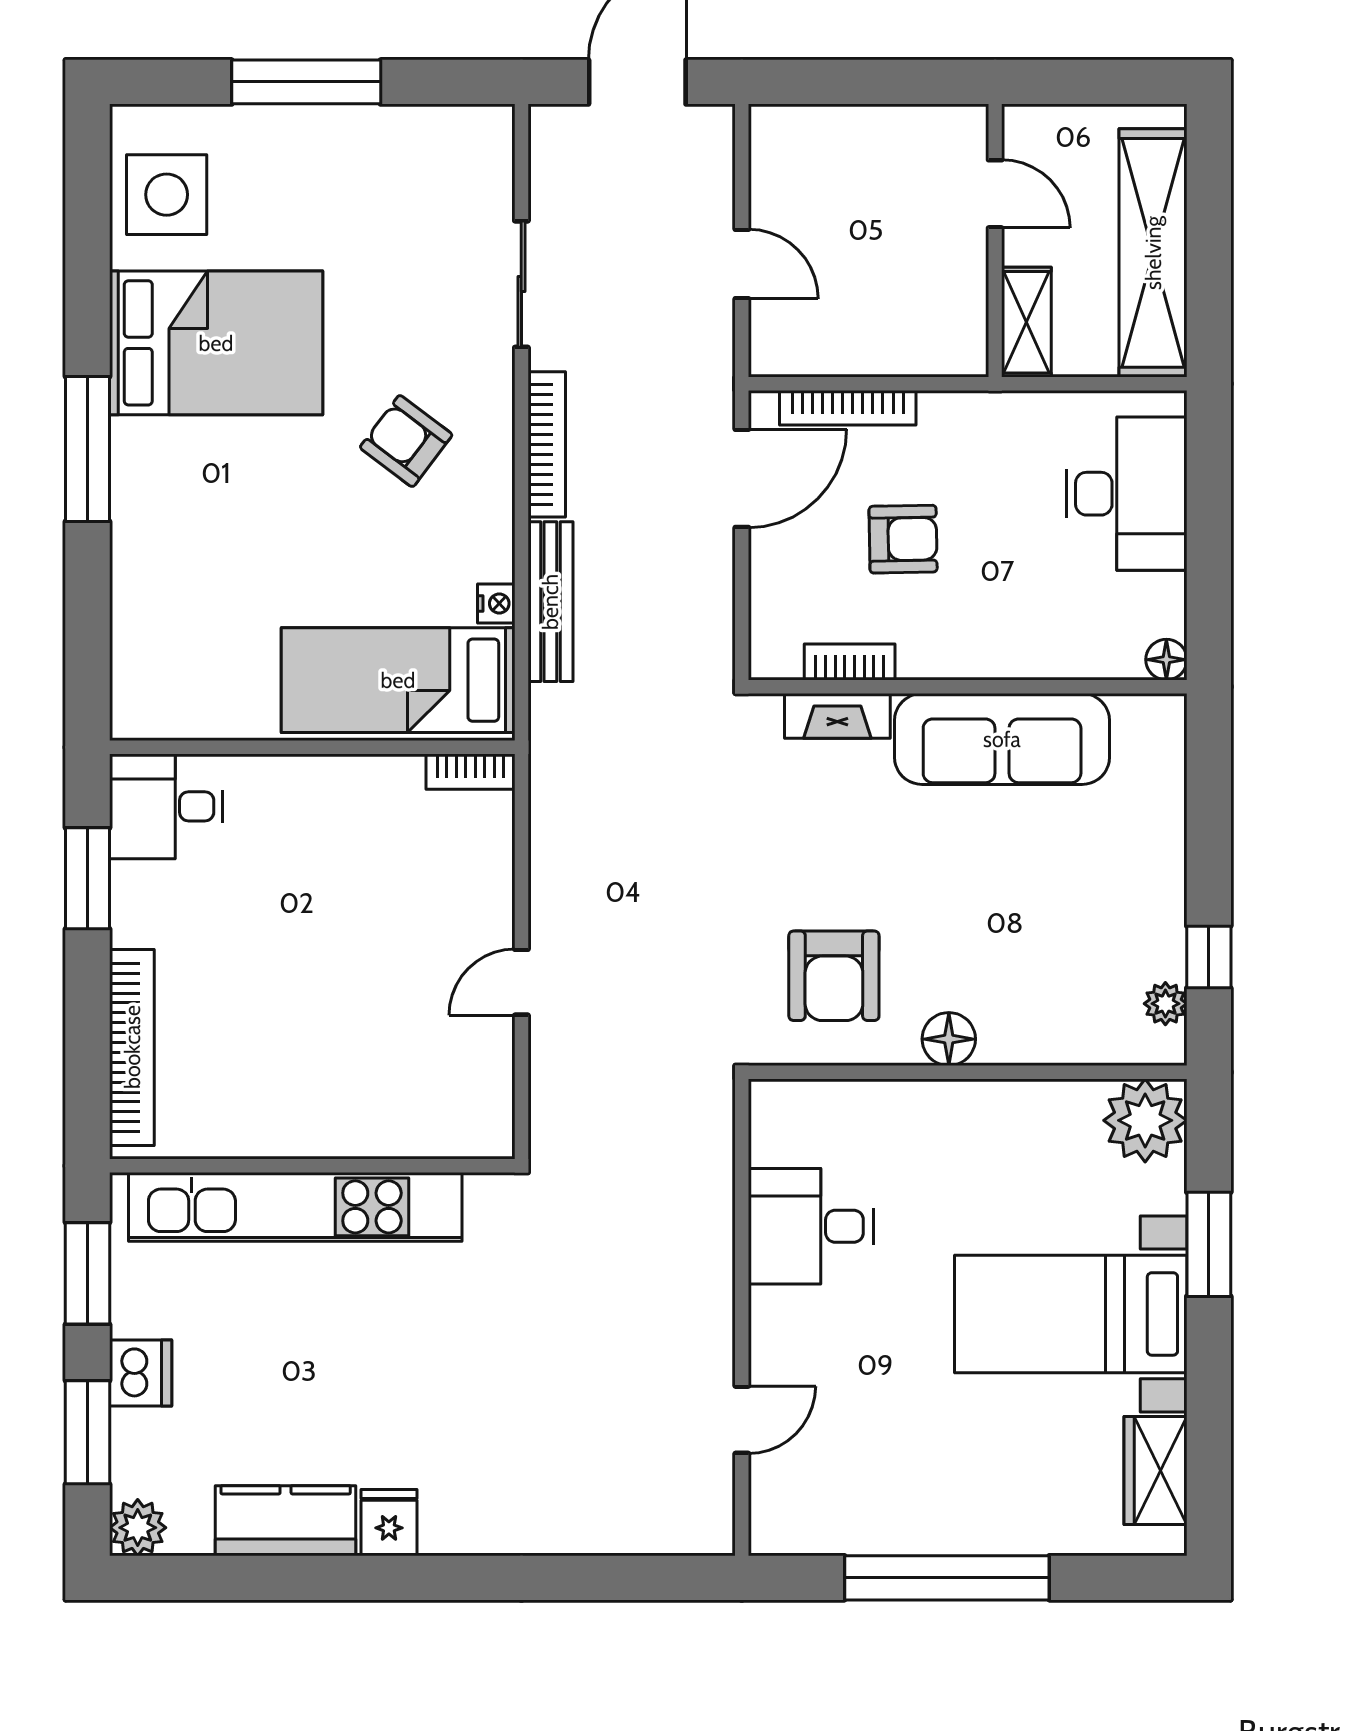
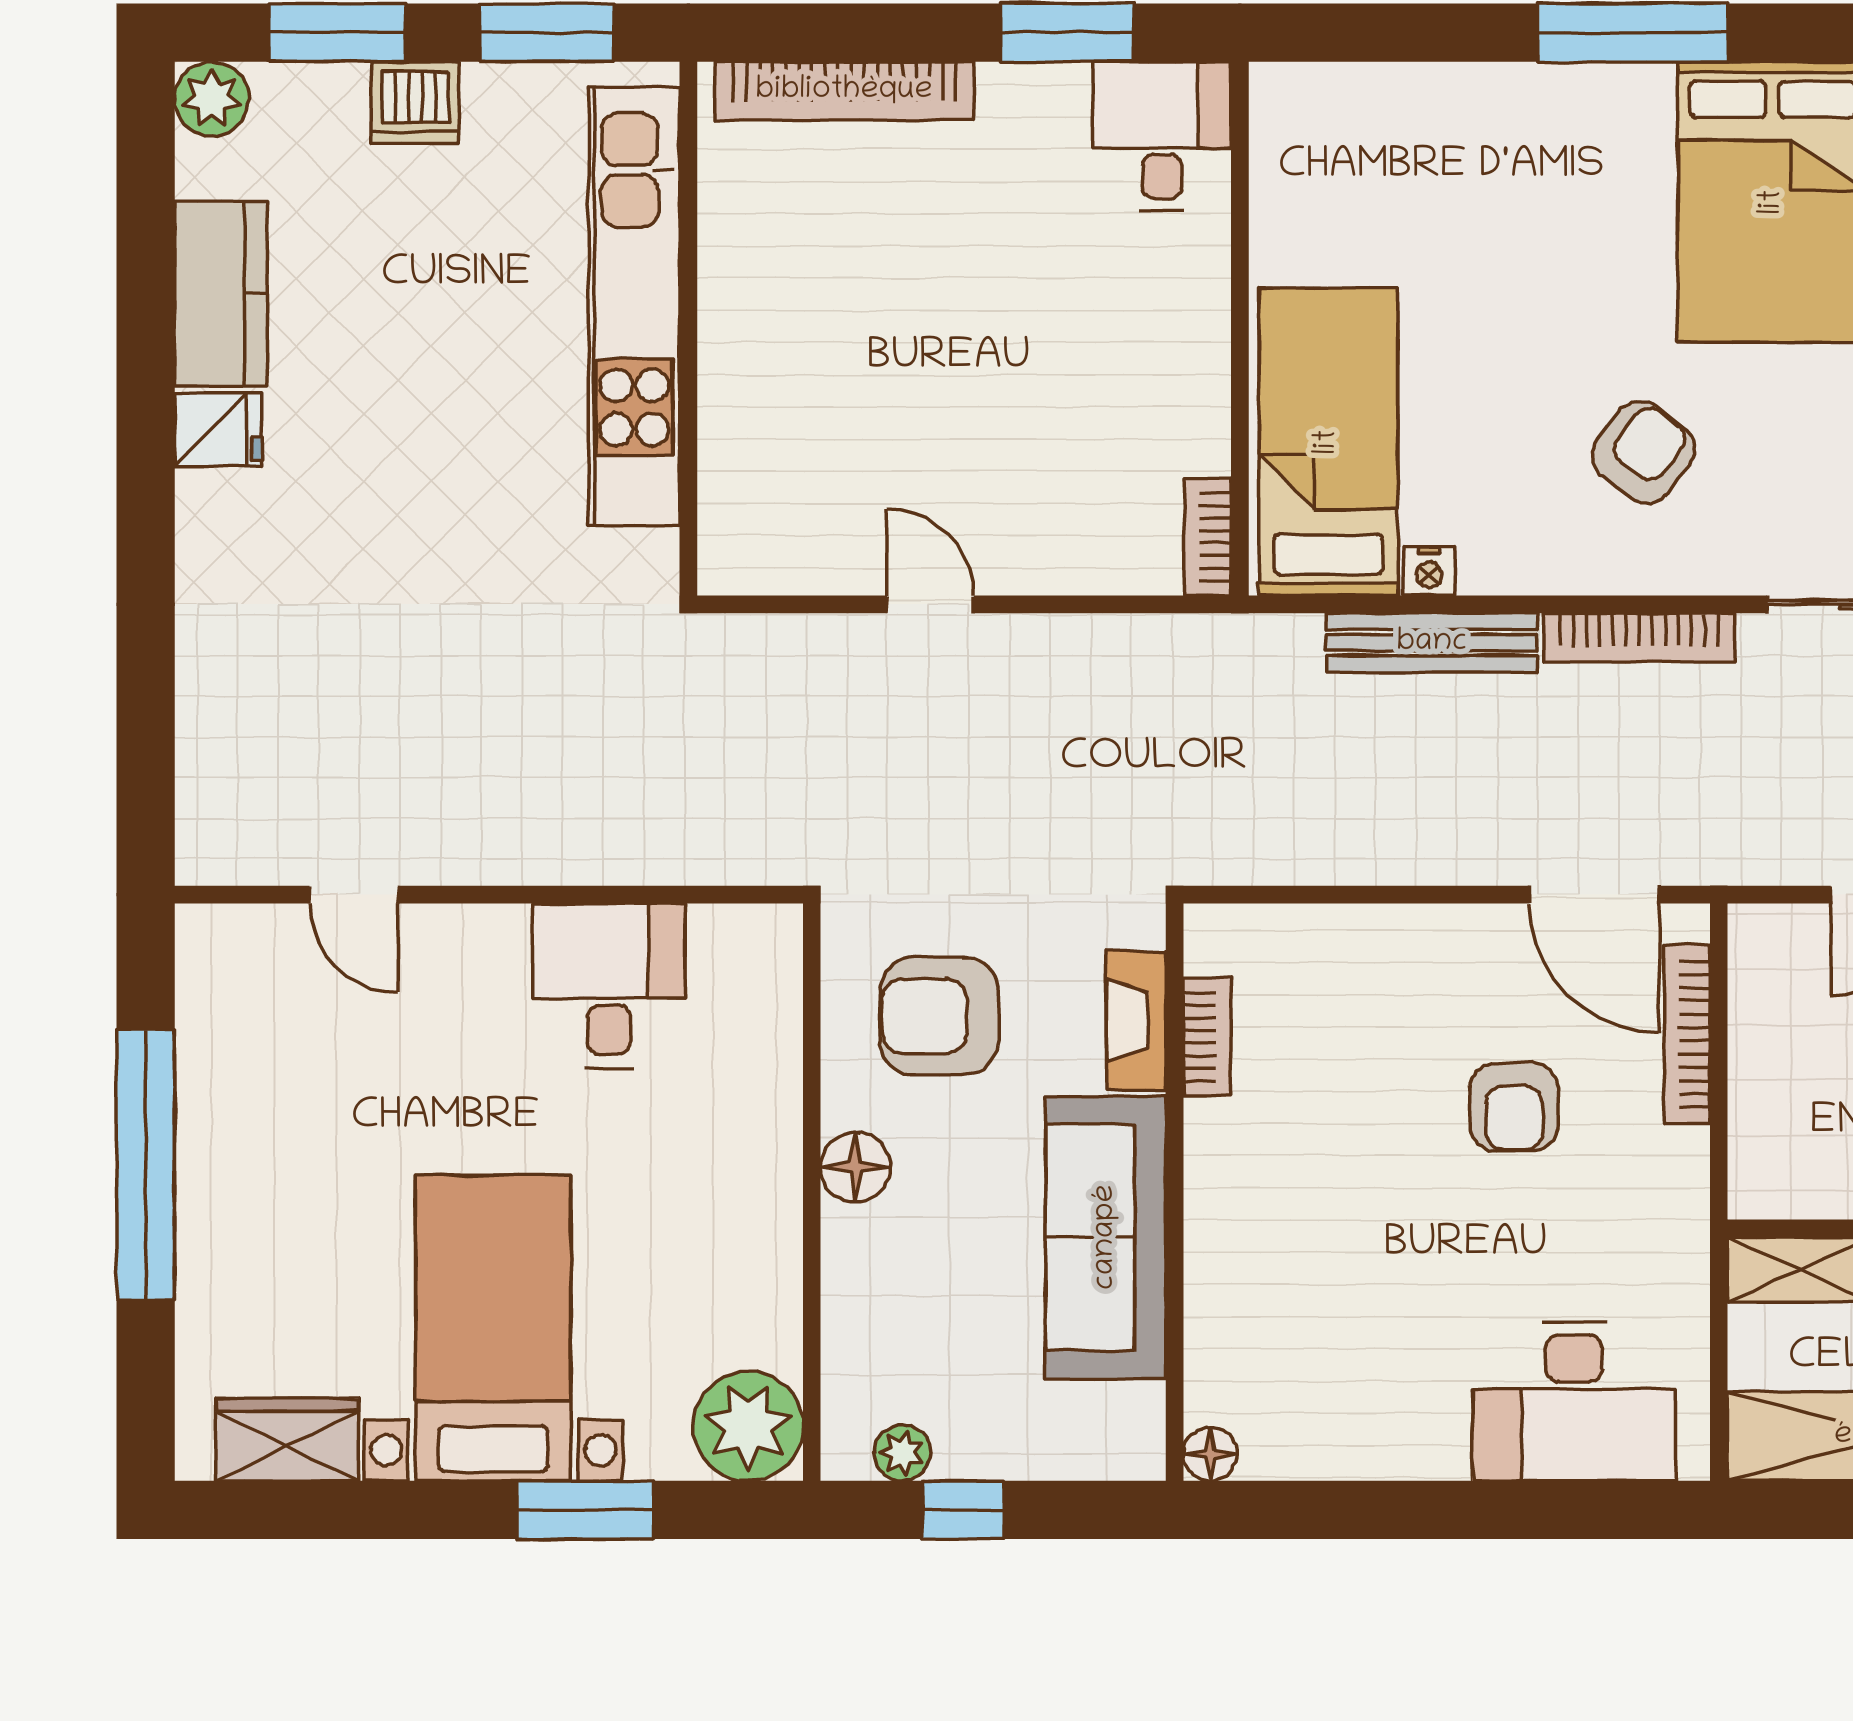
floor lamp: (1166, 660) -> (1210, 1454), moved
bookcase: (850, 662) -> (1207, 1037), moved
wall: (968, 687) -> (1175, 1192), moved
fireplace: (837, 716) -> (1136, 1021), moved
sofa: (1002, 739) -> (1106, 1237), moved

